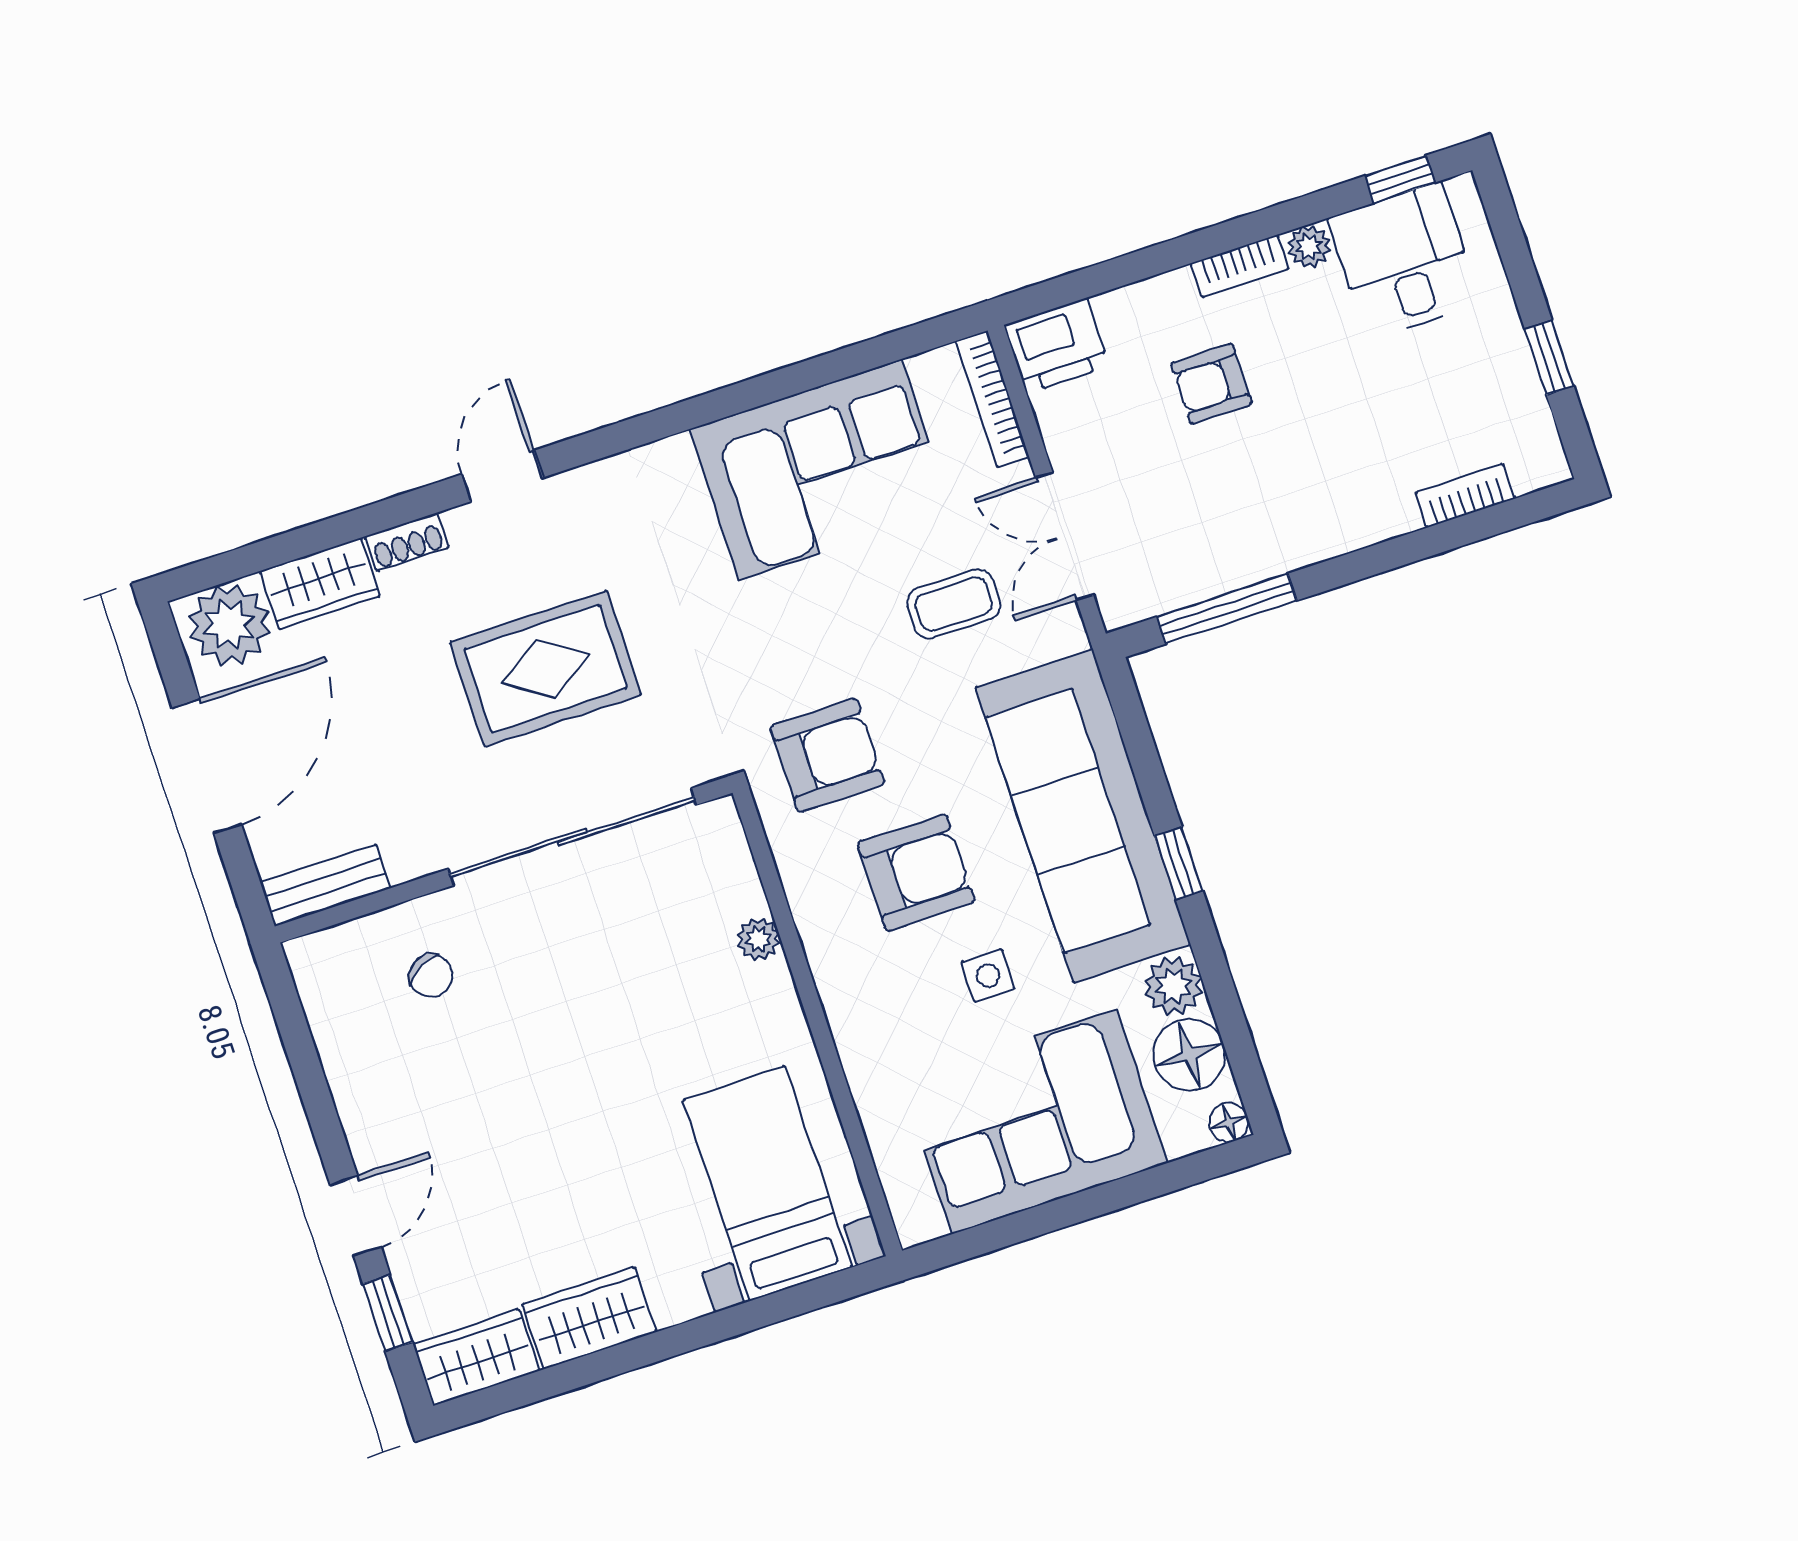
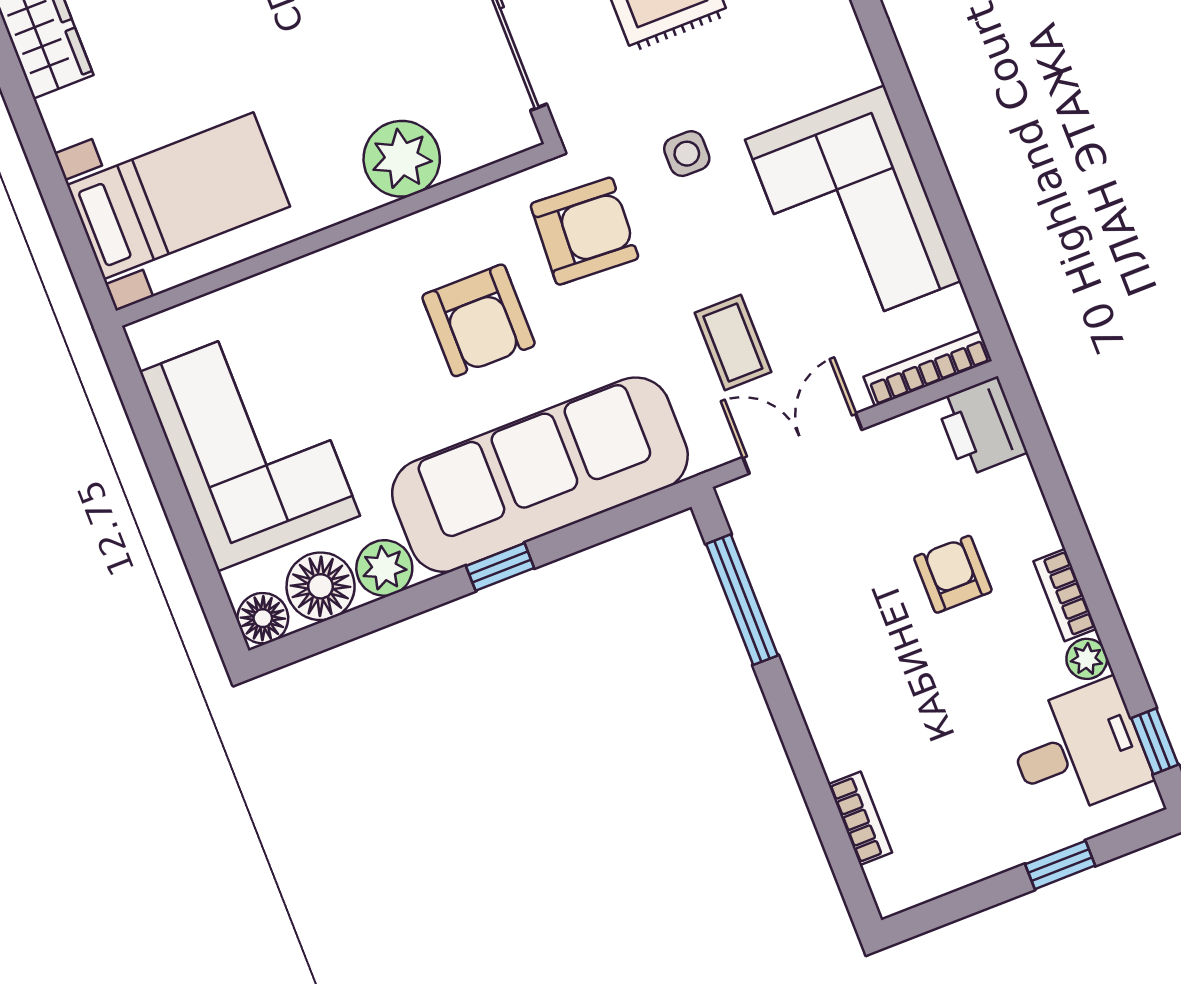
window: (1549, 357) -> (1060, 865), moved
armchair: (827, 755) -> (584, 231), turned -87
plant: (758, 939) -> (402, 159), width x1.88, depth x1.88
side table: (988, 976) -> (687, 154), moved
floor lamp: (1229, 1122) -> (263, 618), width x1.37, depth x1.37

